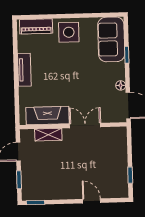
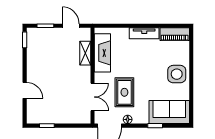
piano: (36, 26) -> (175, 34), moved, turned -90
rug: (91, 90) -> (124, 92), added
double door: (85, 125) -> (93, 97), moved
door: (92, 201) -> (25, 90), hinge flipped

